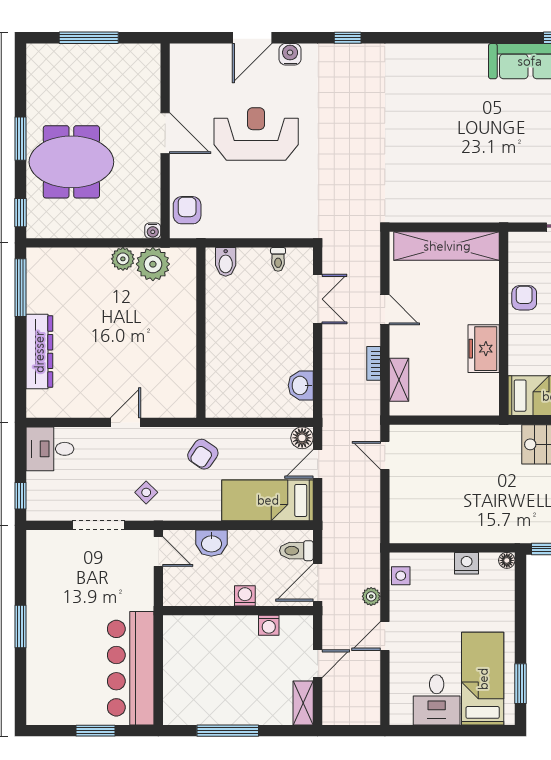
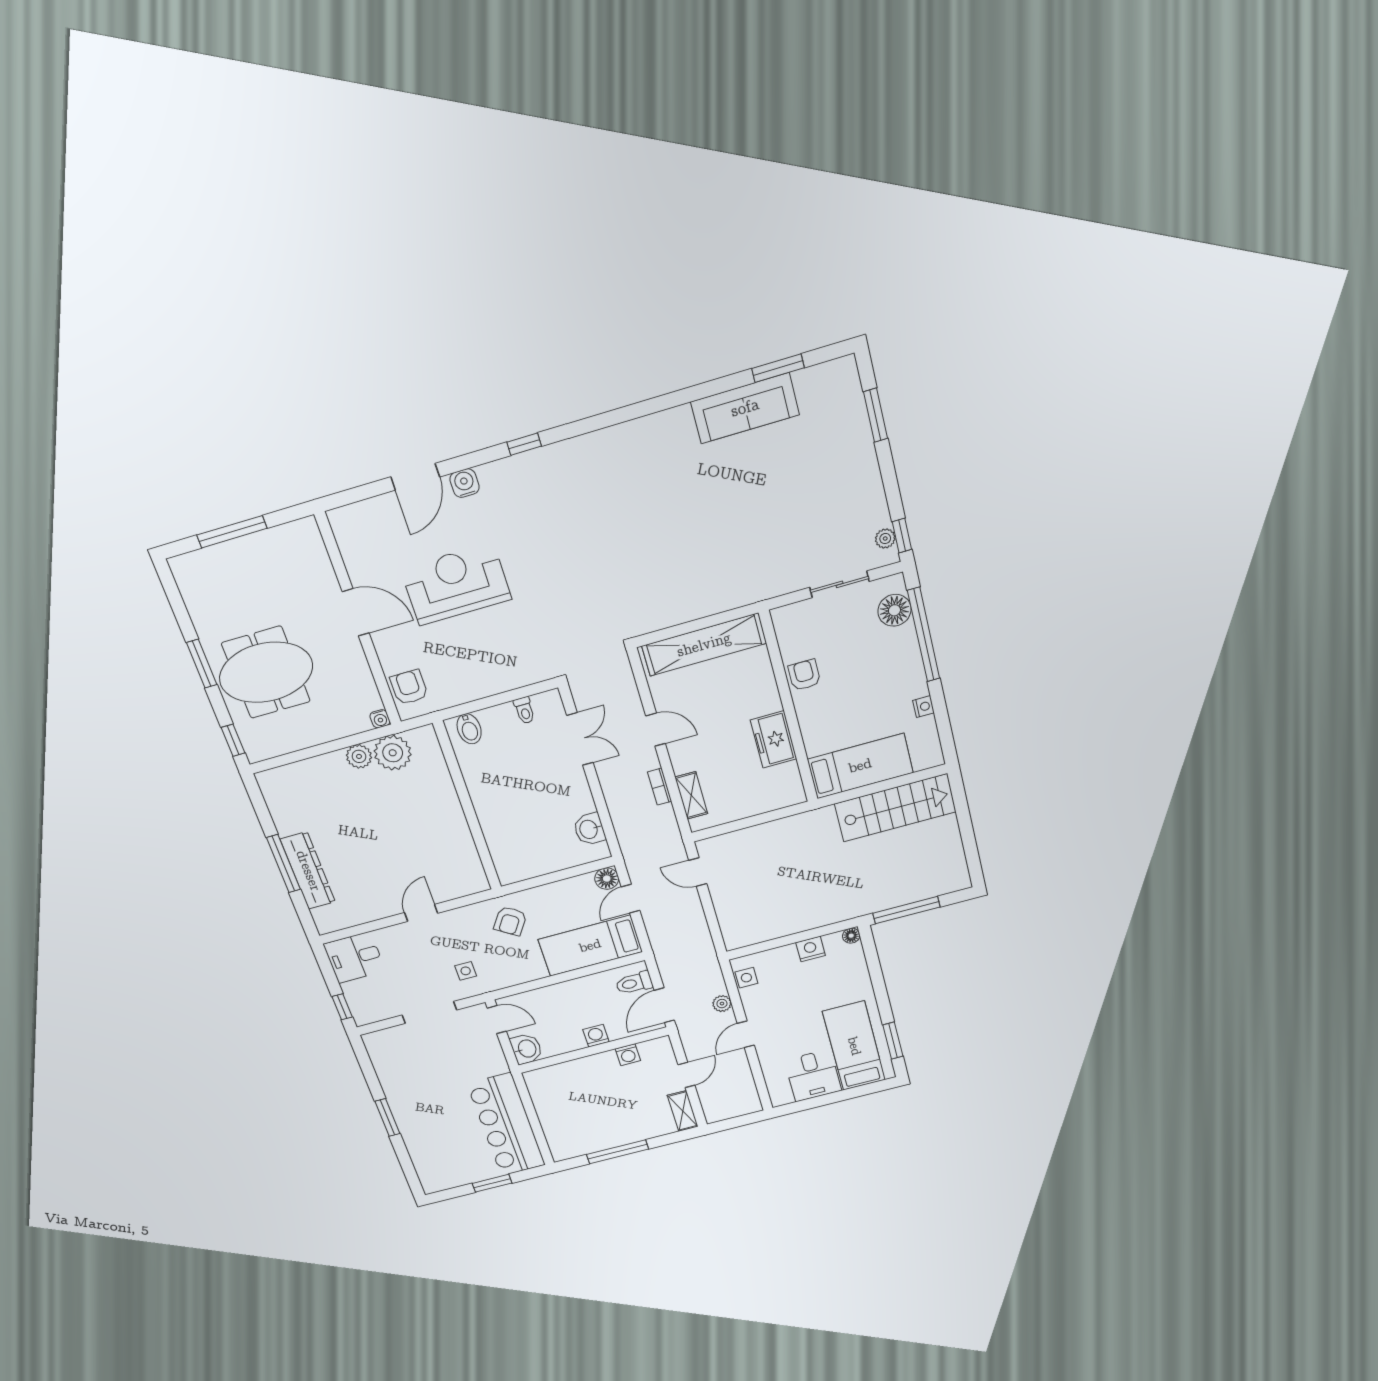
window: (20, 288) -> (284, 864), moved
side table: (146, 492) -> (466, 971), turned 45
washbasin: (211, 543) -> (526, 1049), moved, turned -90

